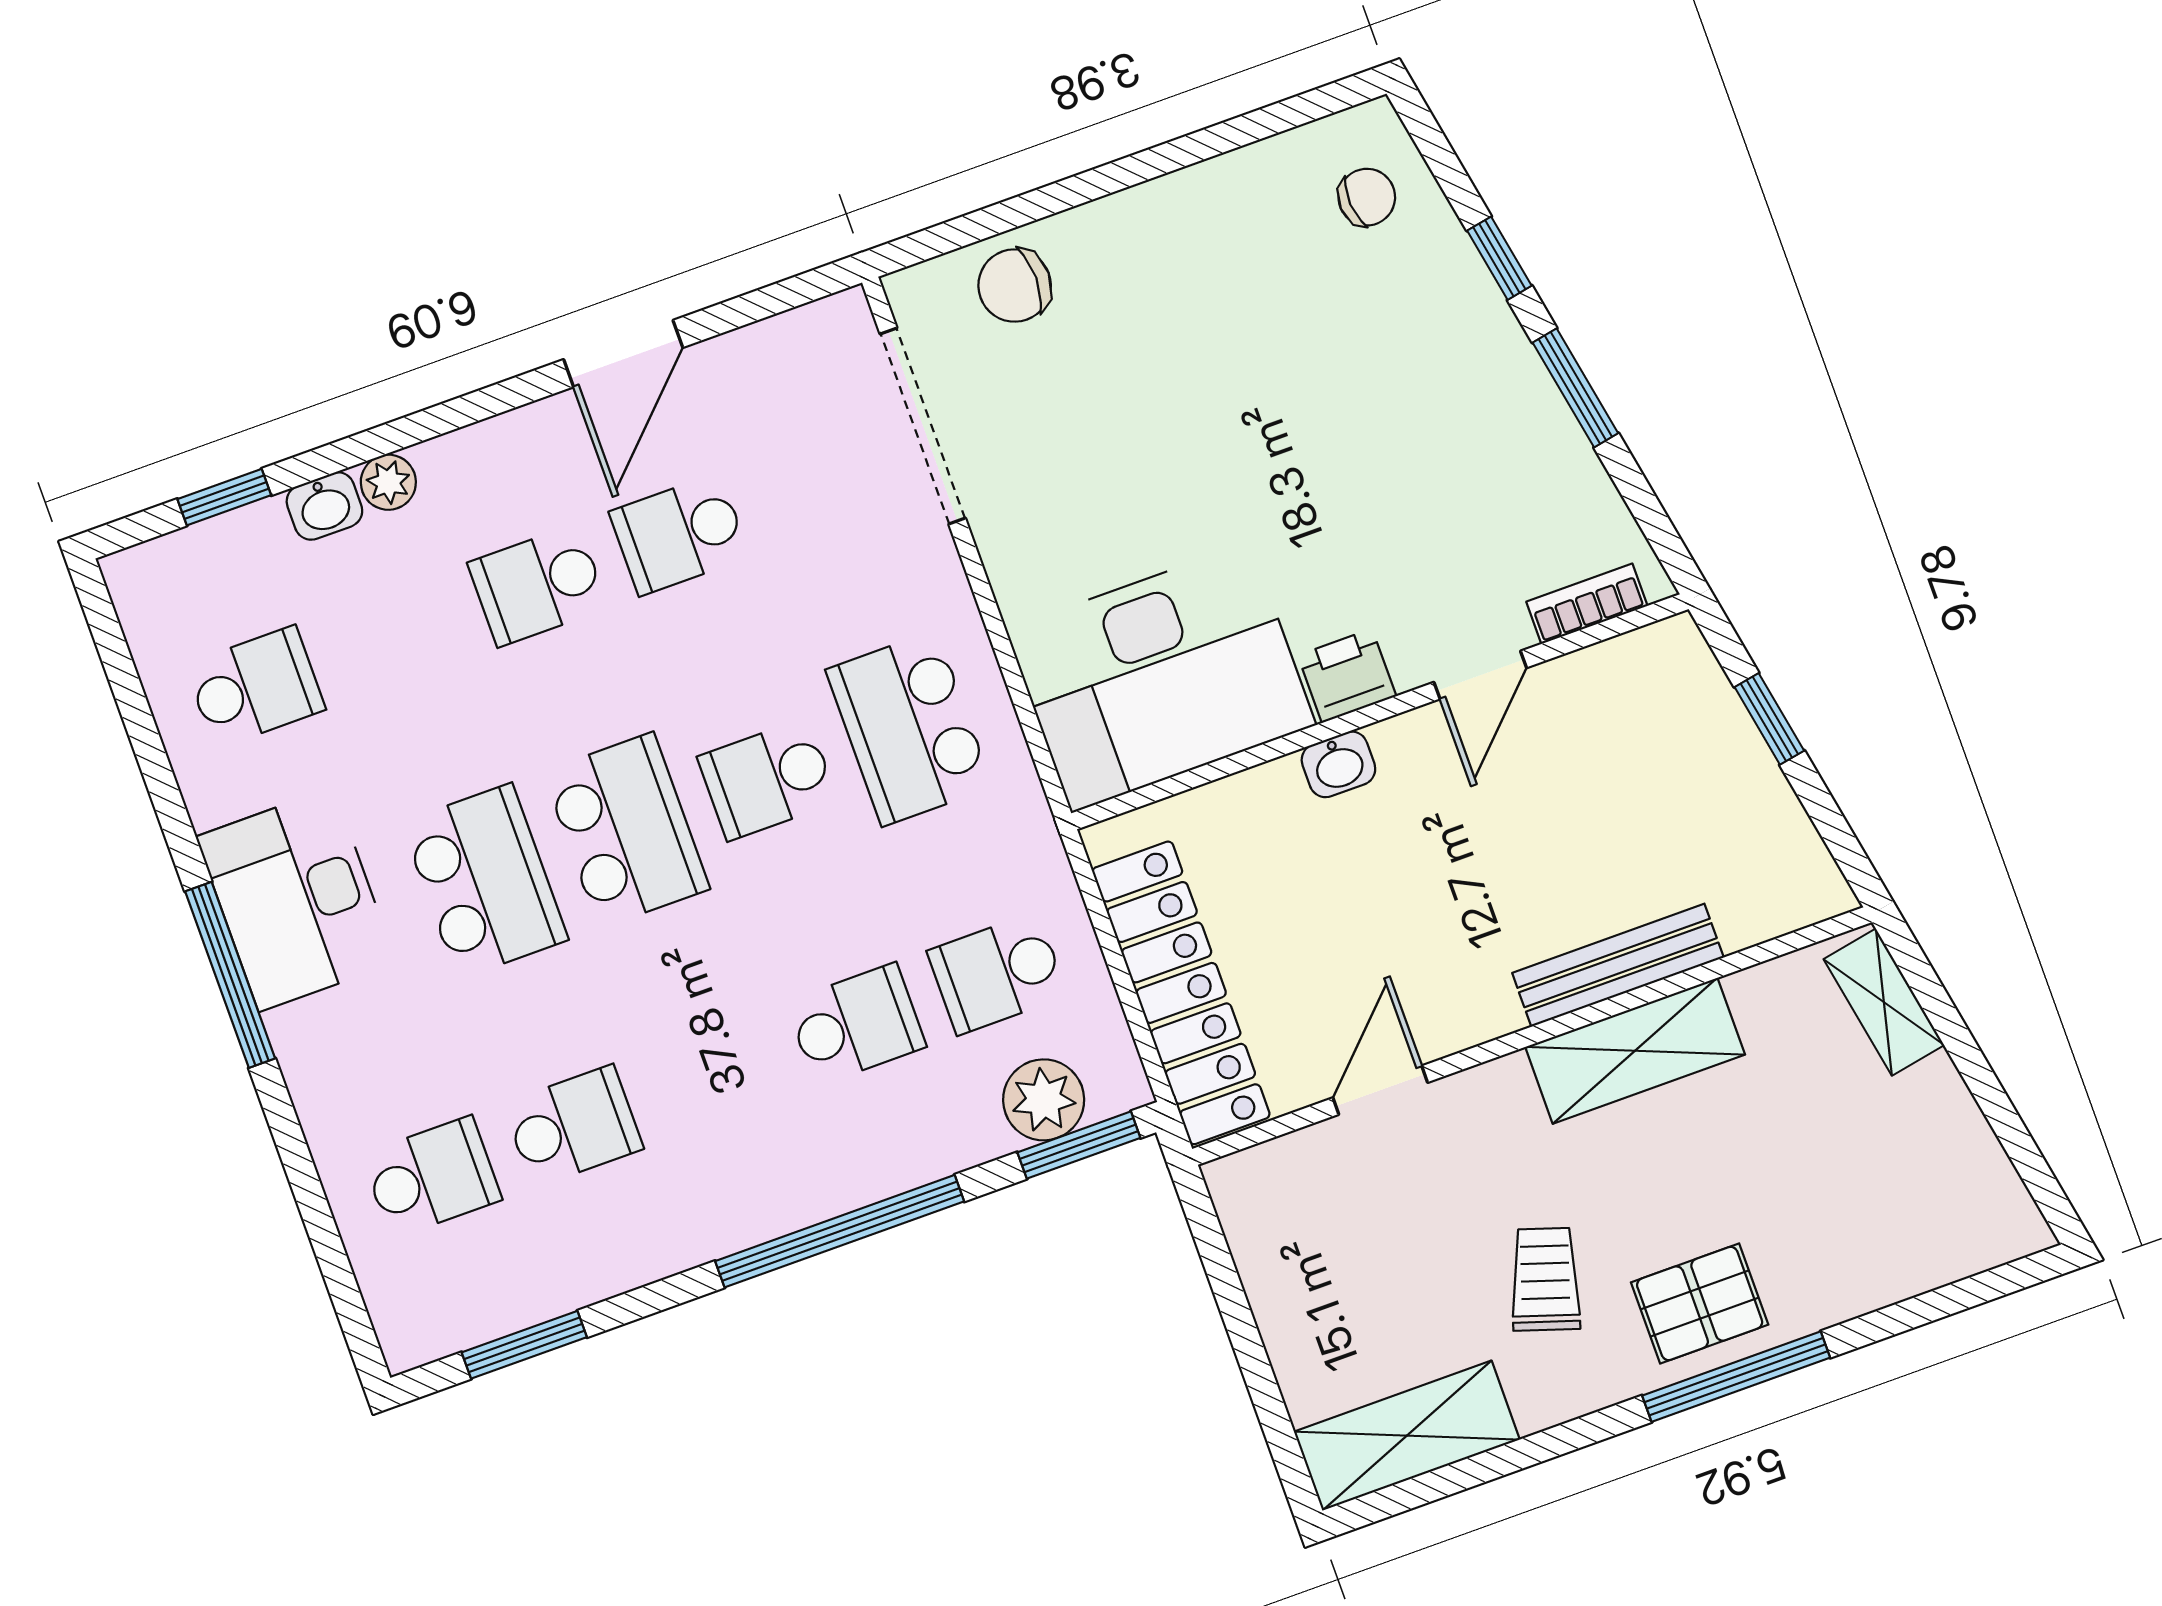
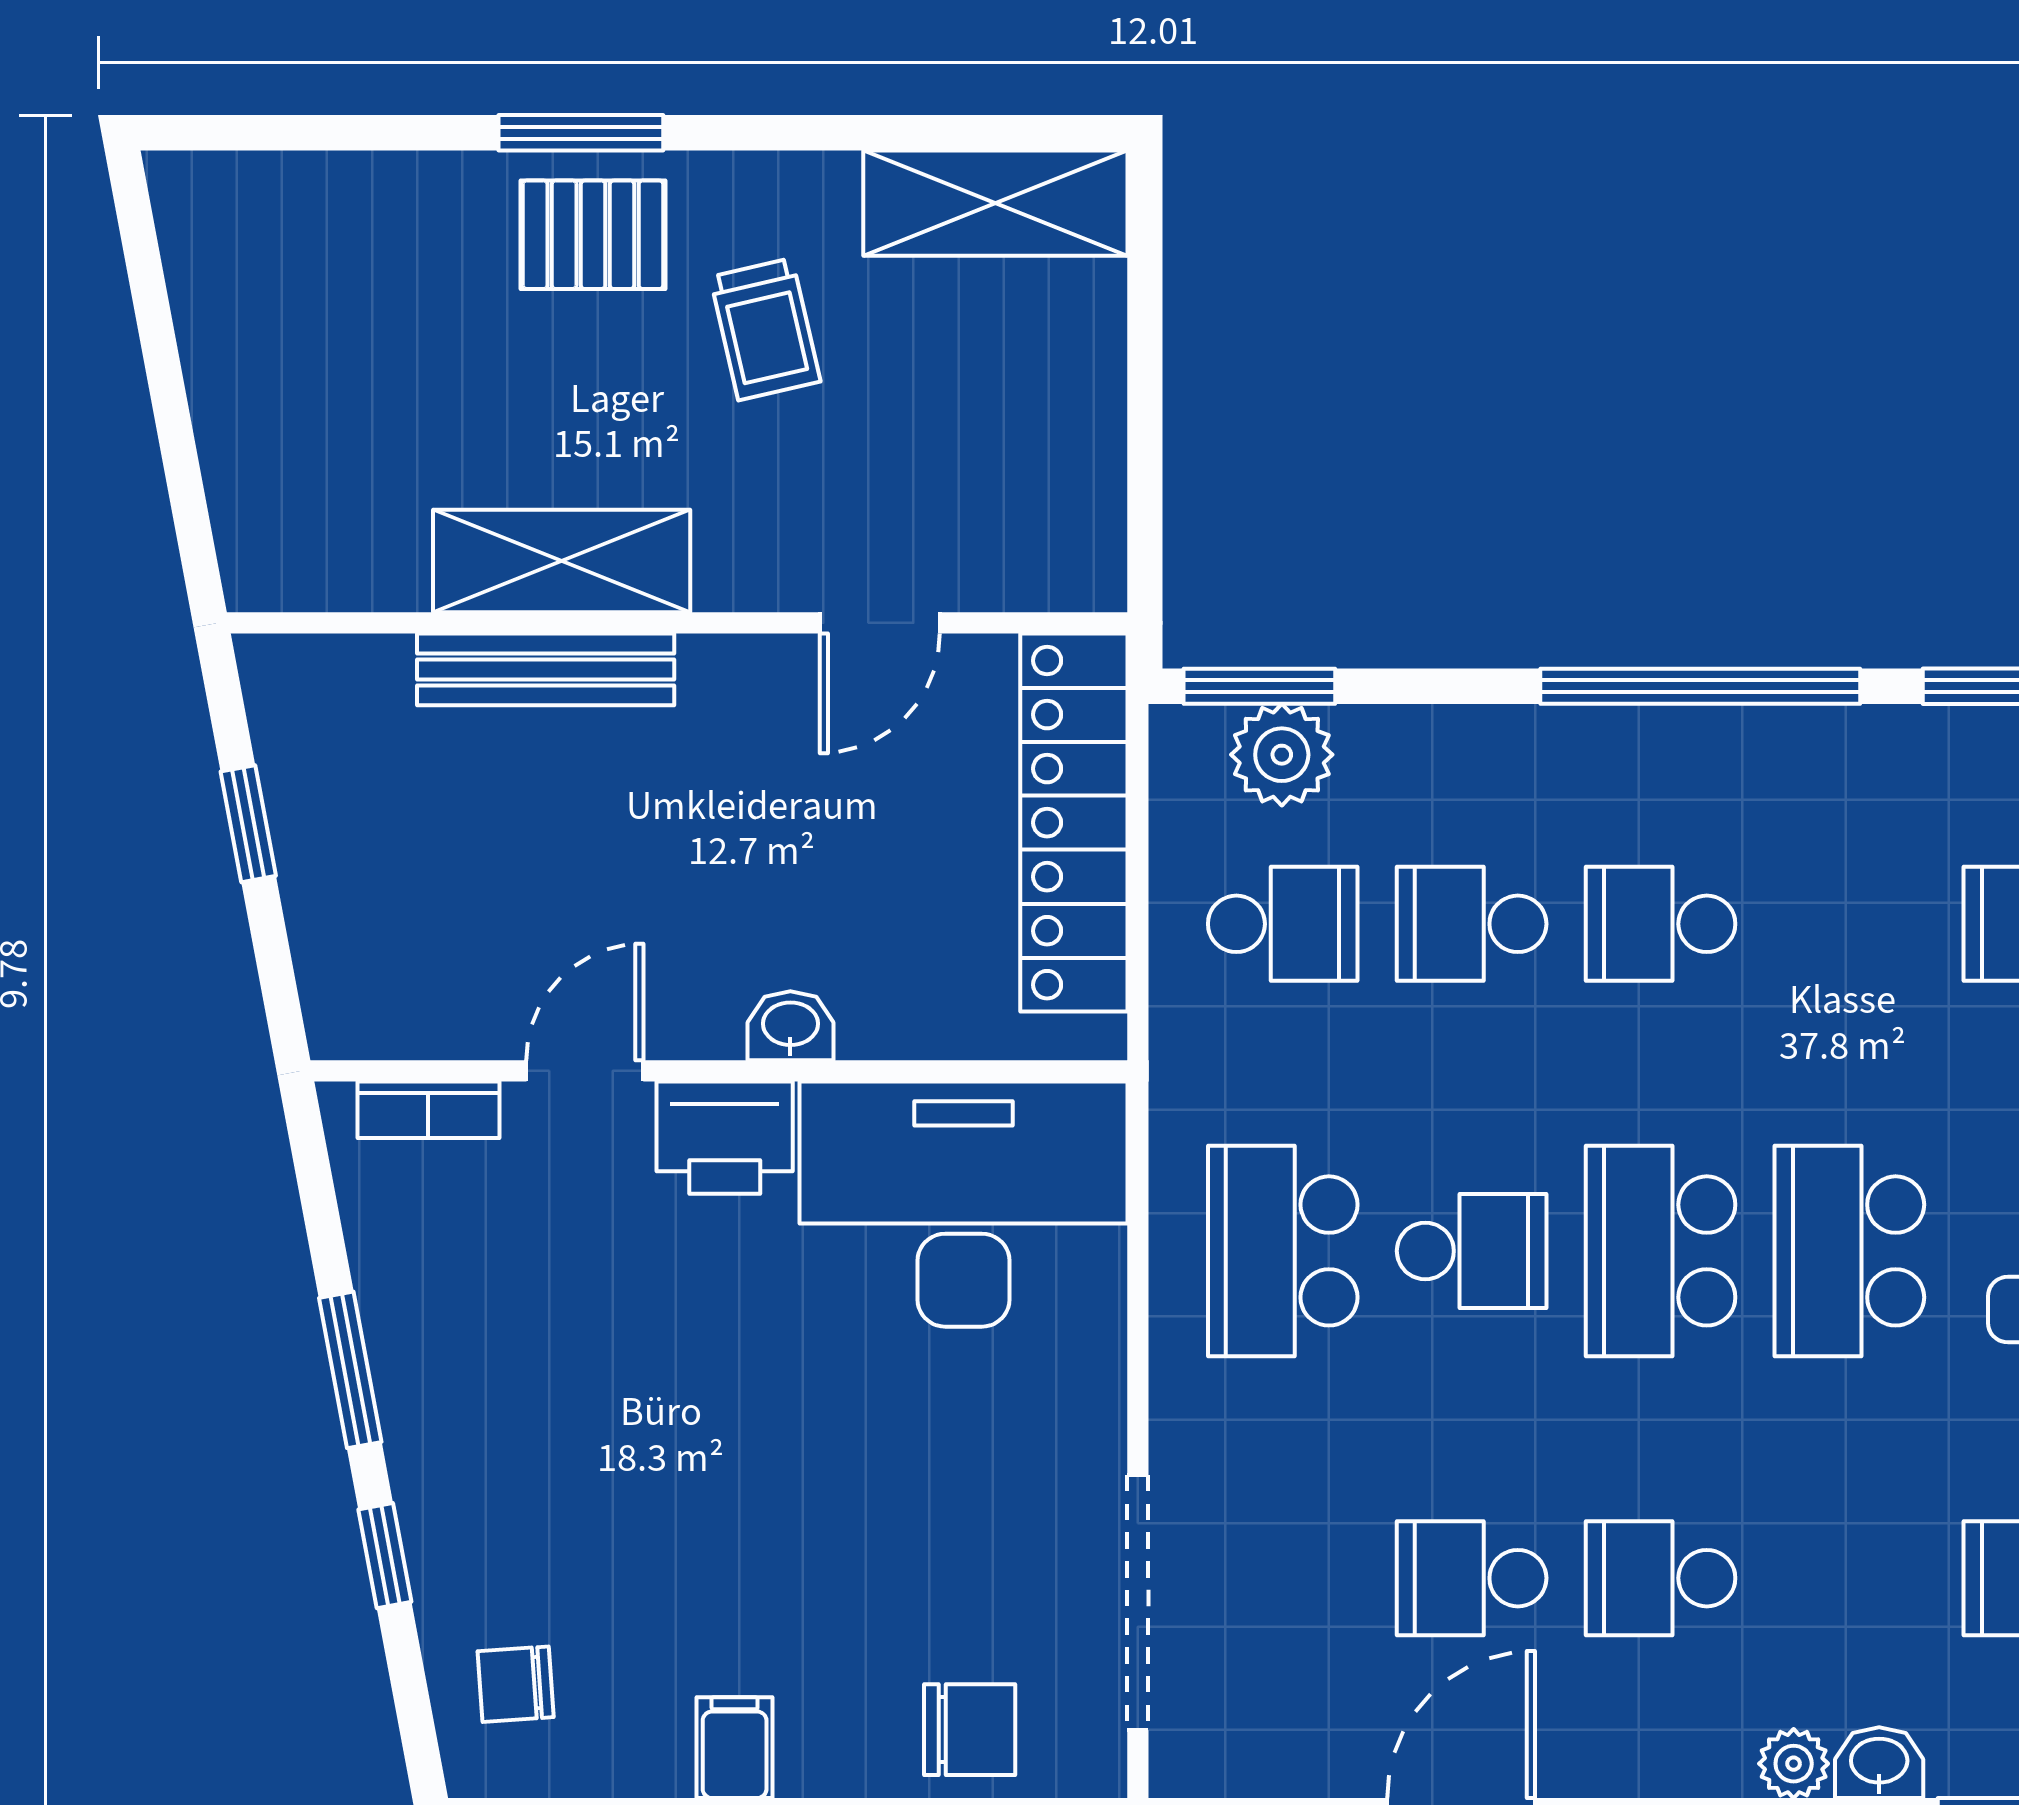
filing cabinet: (1186, 209) -> (735, 1748), added
school desk: (679, 534) -> (1472, 1578), turned 180
school desk: (538, 585) -> (1660, 1578), turned 180
printer: (1347, 676) -> (725, 1138), width x1.36, depth x1.24
window: (1769, 719) -> (248, 824), moved
school desk: (909, 728) -> (1283, 1251), turned 180
shelving: (1884, 1002) -> (247, 513), removed
school desk: (573, 1126) -> (1660, 924), moved
window: (840, 1231) -> (1700, 686), moved
trolley: (1545, 1279) -> (765, 329), turned -31
window: (1736, 1377) -> (581, 133), width x0.69

